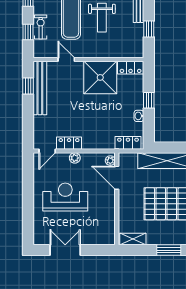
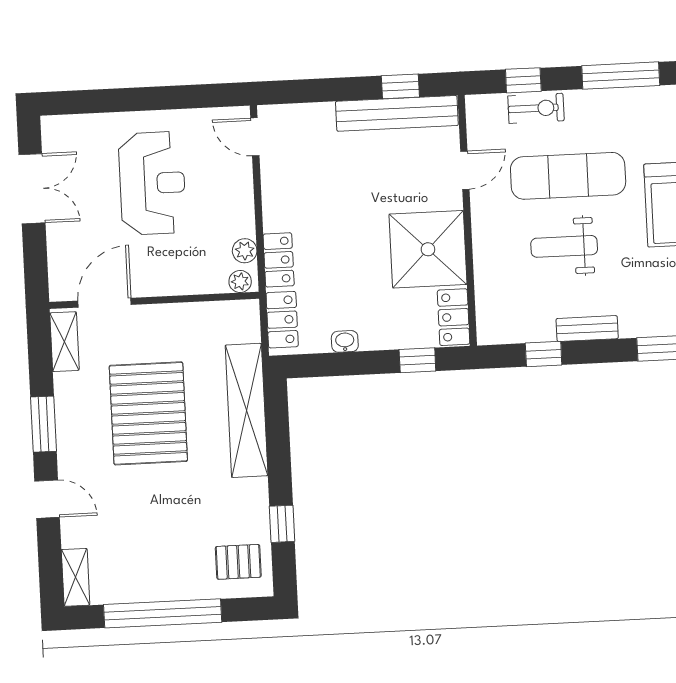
window: (149, 100) -> (417, 360), moved
locker: (69, 143) -> (279, 260), moved
plant: (75, 158) -> (245, 251), moved
door: (117, 178) -> (105, 303), moved

